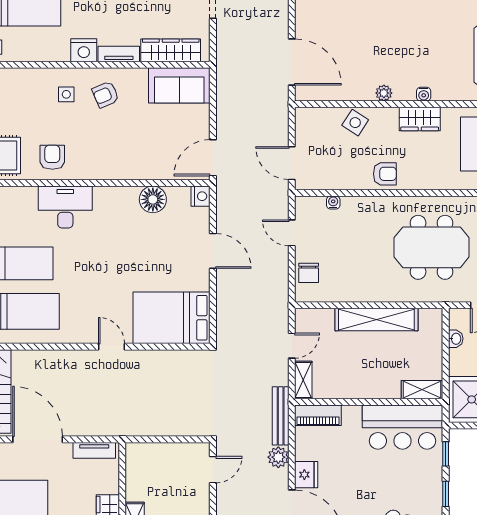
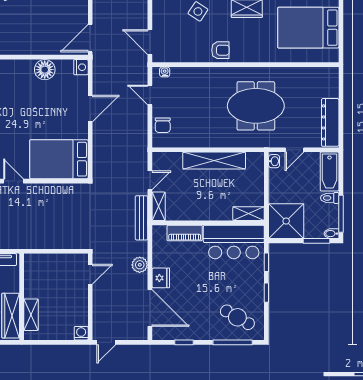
water cooler: (333, 202) -> (165, 72), moved
door: (213, 251) -> (90, 109), hinge flipped
washbasin: (456, 339) -> (274, 161), moved
piano: (318, 415) -> (185, 233), moved
bench: (281, 416) -> (142, 218), moved

